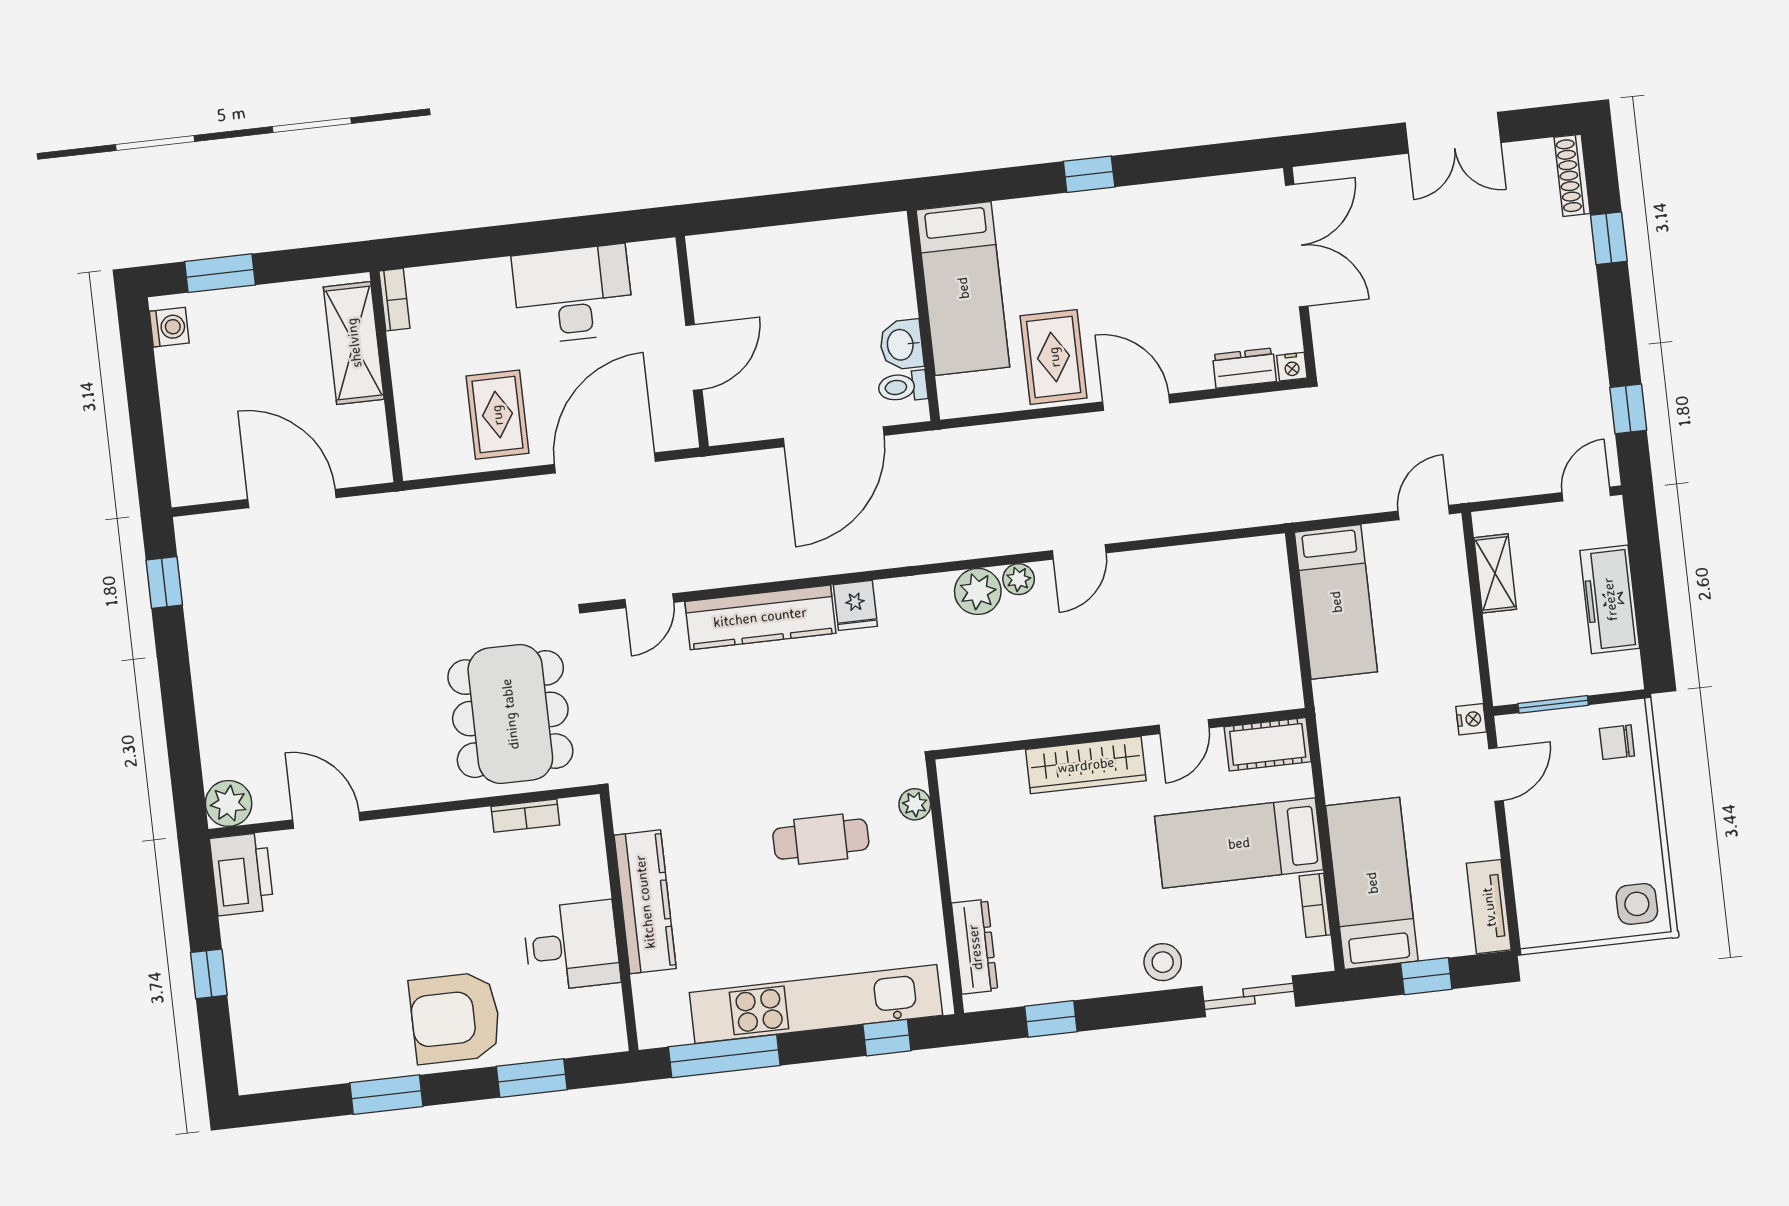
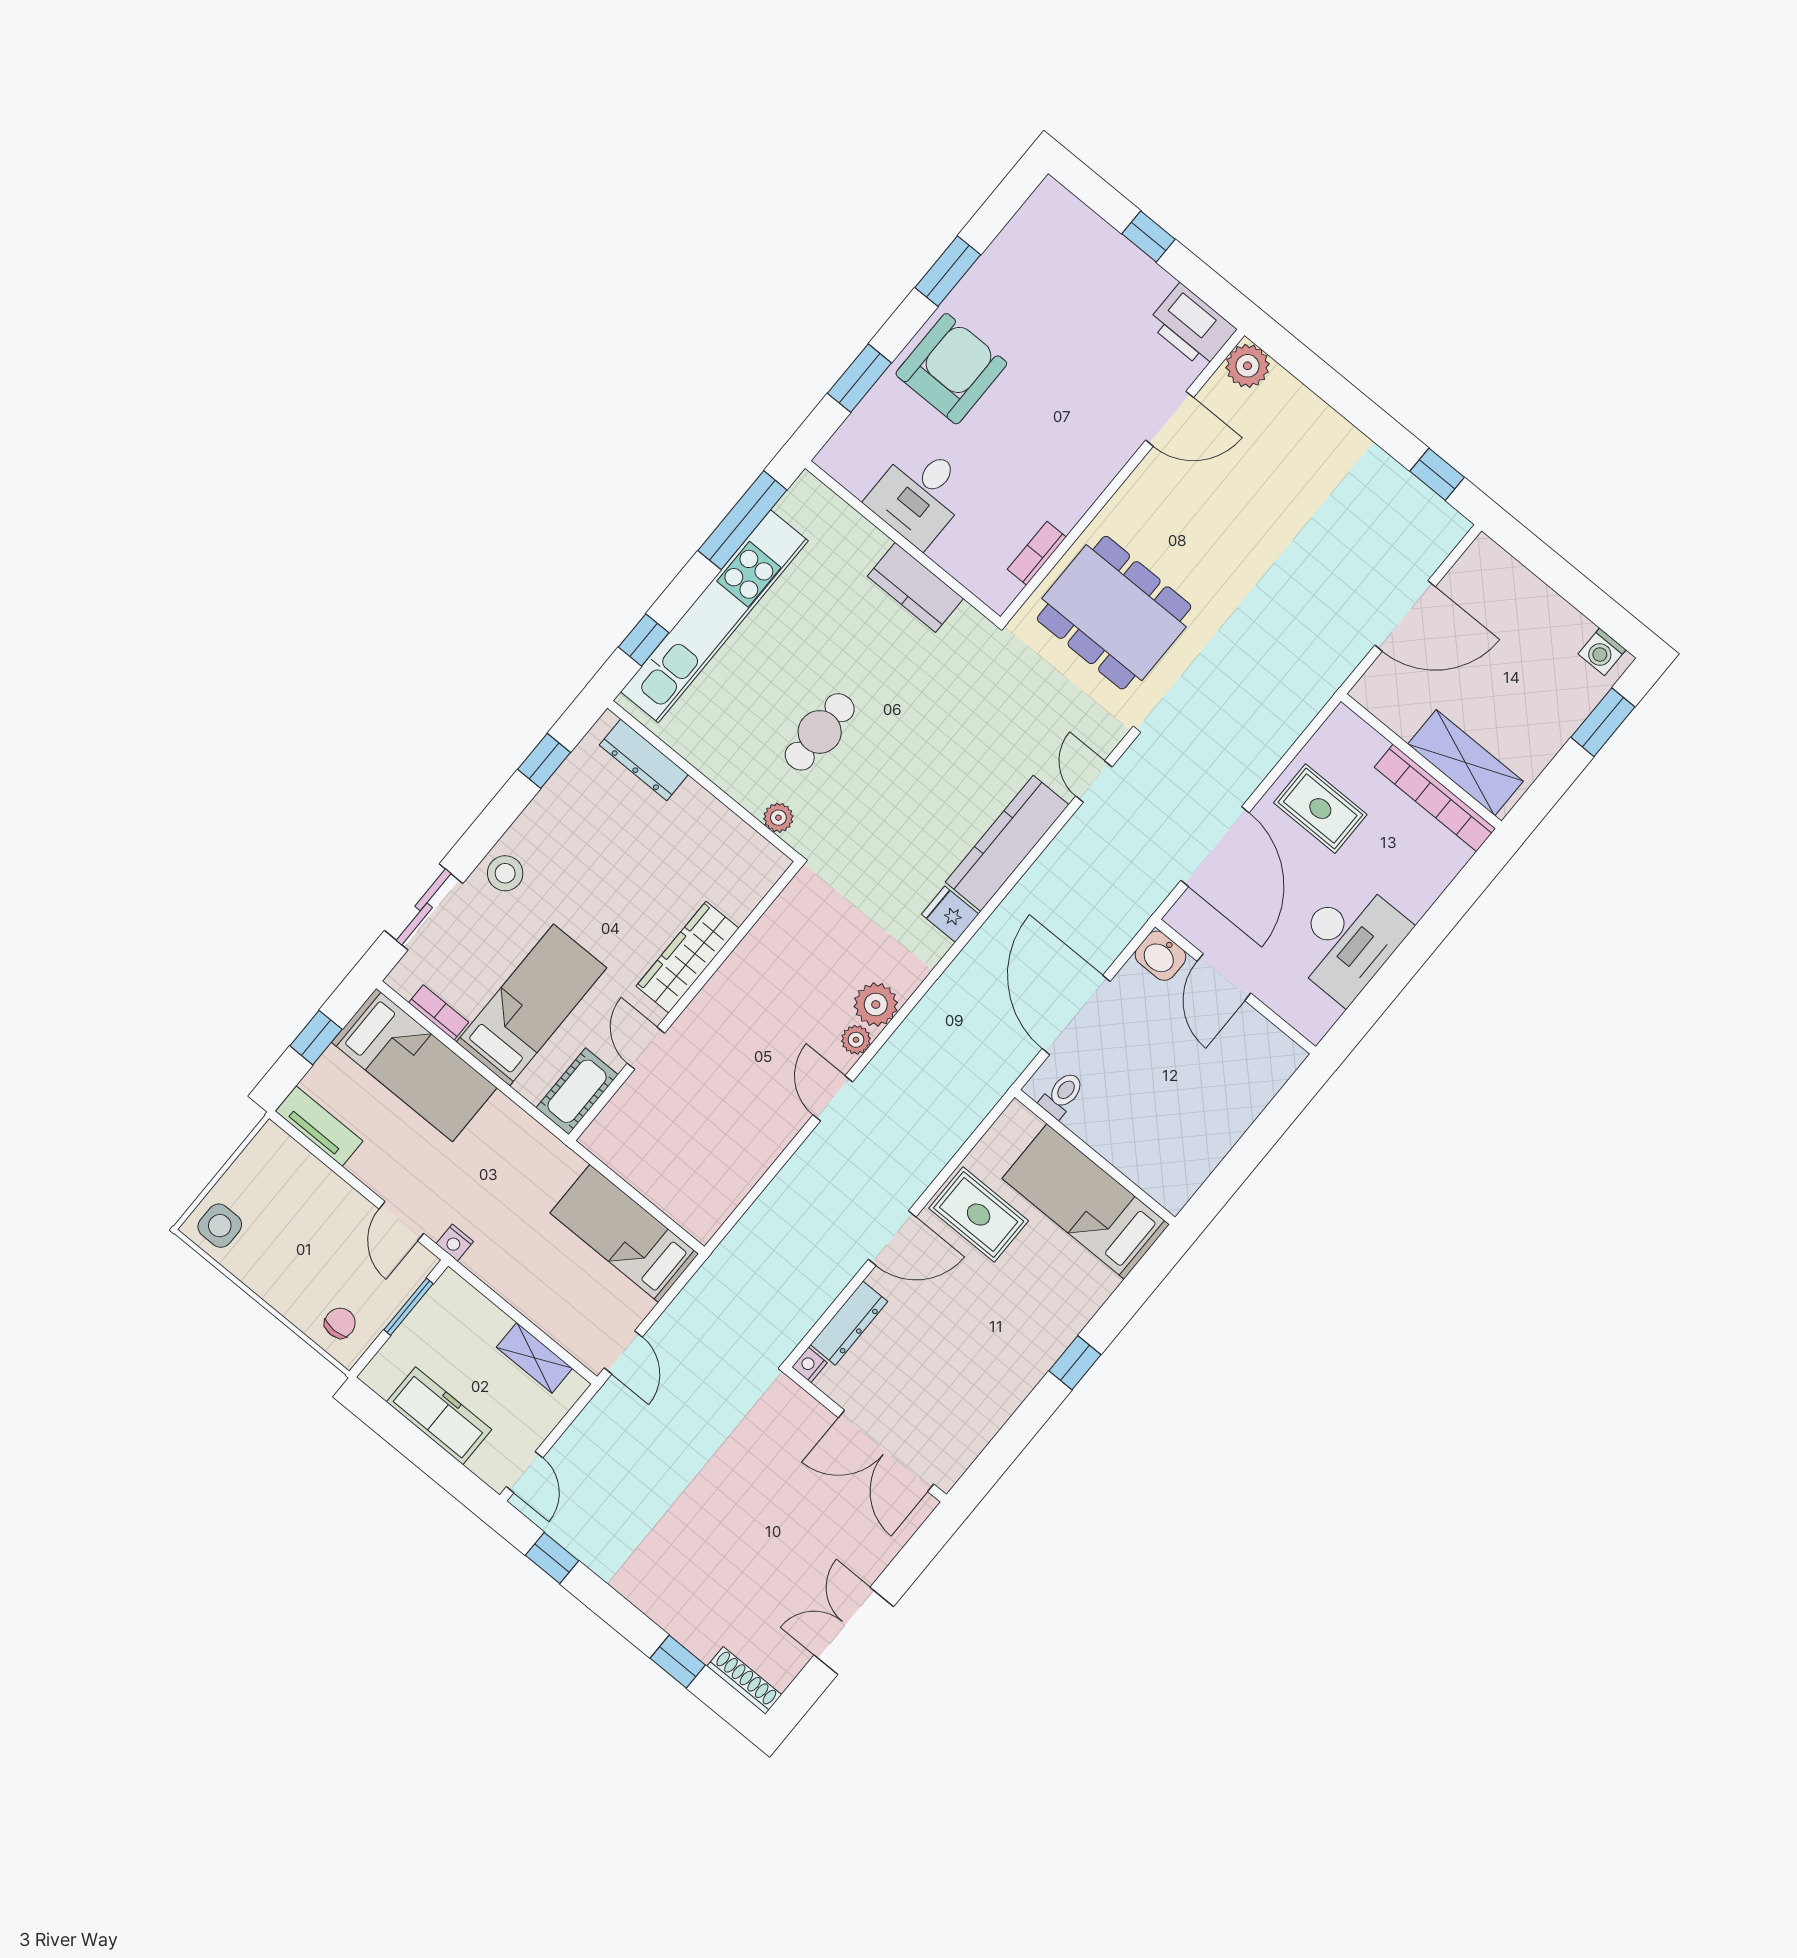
bookcase: (394, 300) -> (1435, 798), width x2.31, depth x1.31
washbasin: (901, 345) -> (1160, 956), moved, turned 180
dresser: (1244, 368) -> (849, 1323), width x1.44
kitchen counter: (645, 902) -> (915, 587), width x0.67

